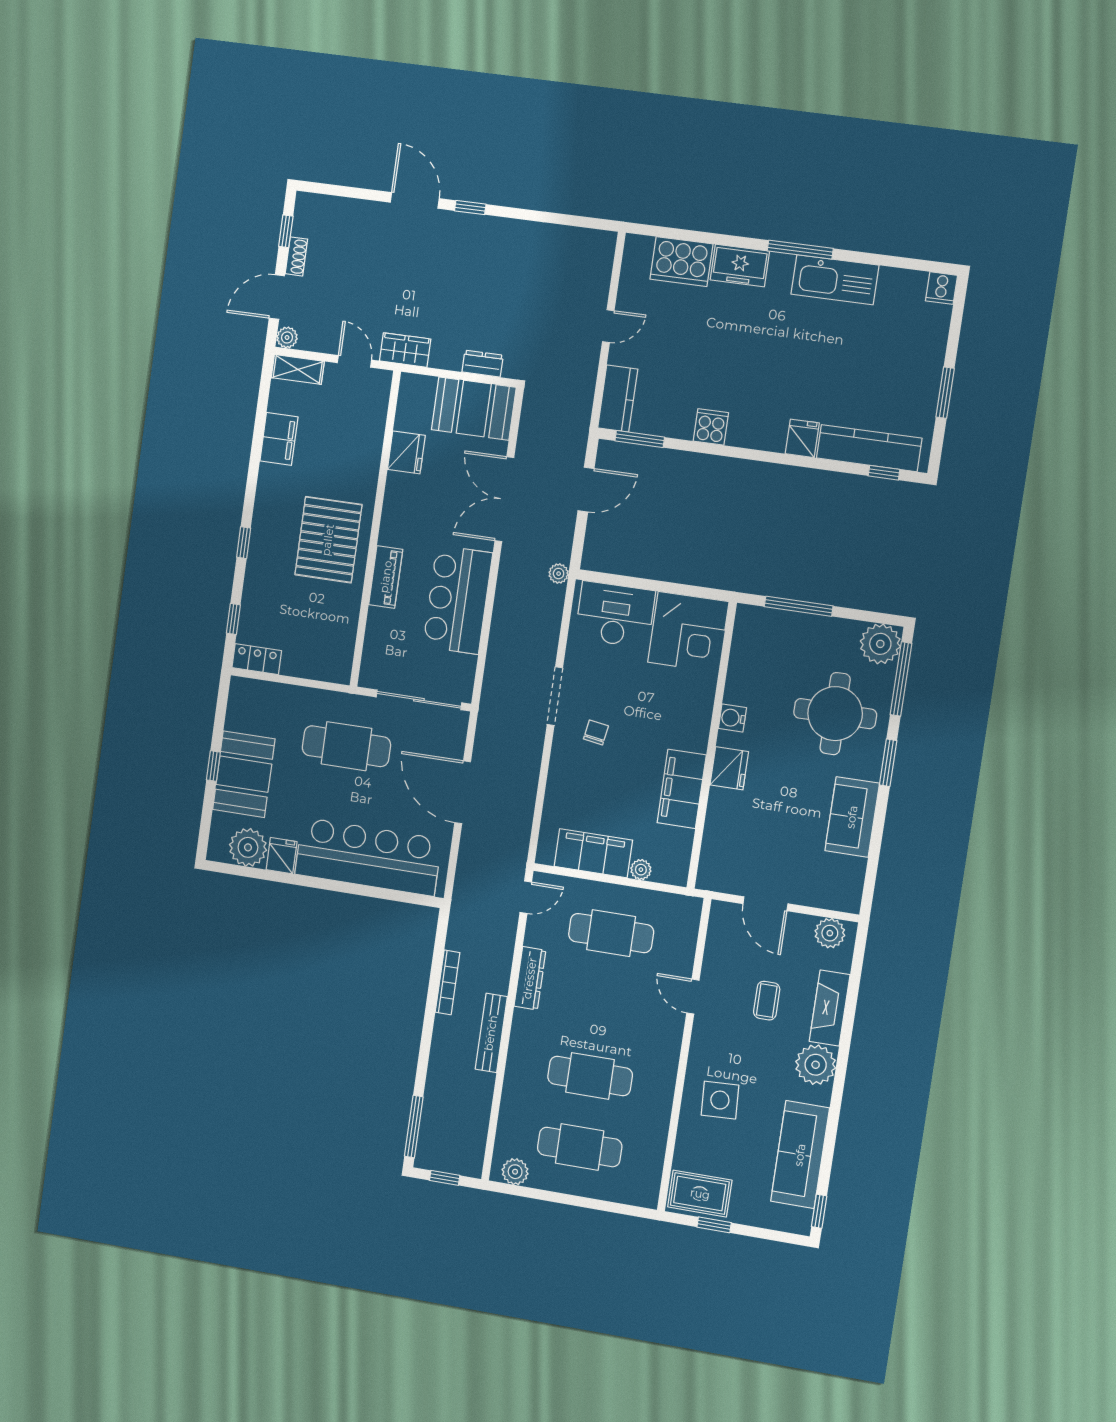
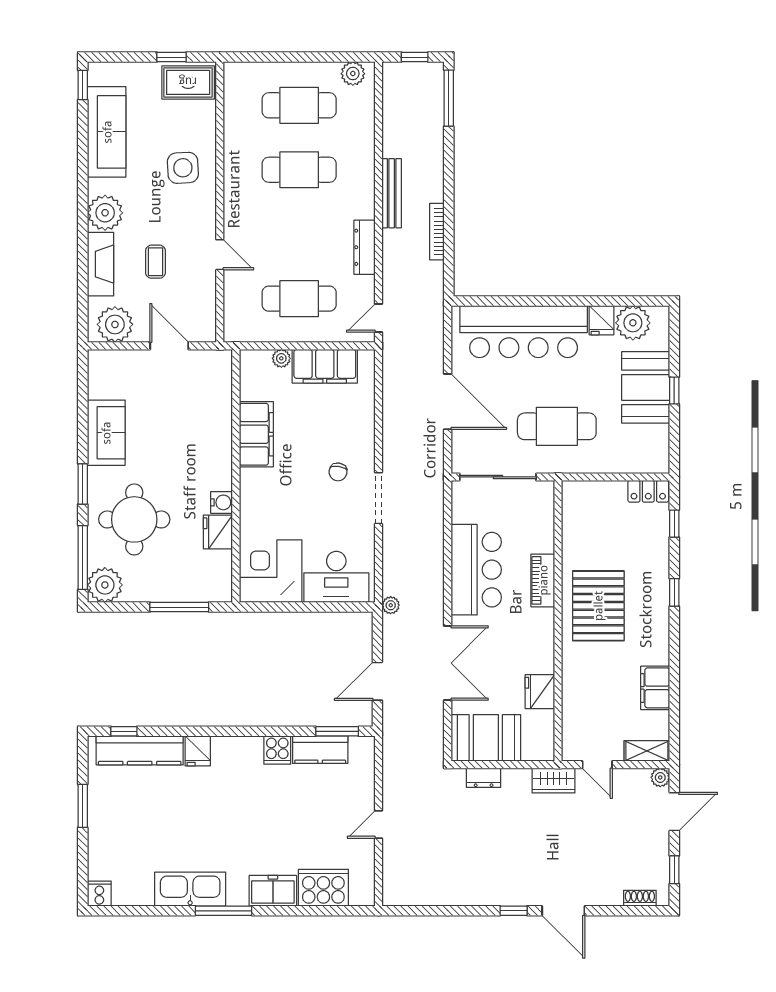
shoe rack: (296, 256) -> (640, 898), moved, turned 90
kitchen counter: (618, 399) -> (320, 750), moved, turned -90
fridge: (729, 768) -> (218, 532), moved
plant: (830, 933) -> (115, 324), width x1.36, depth x1.36

